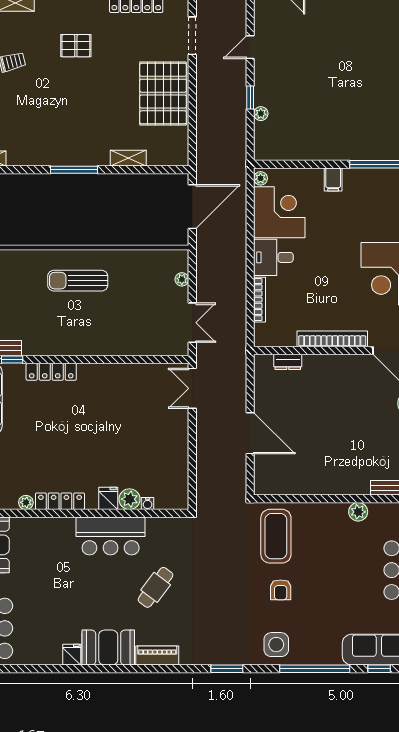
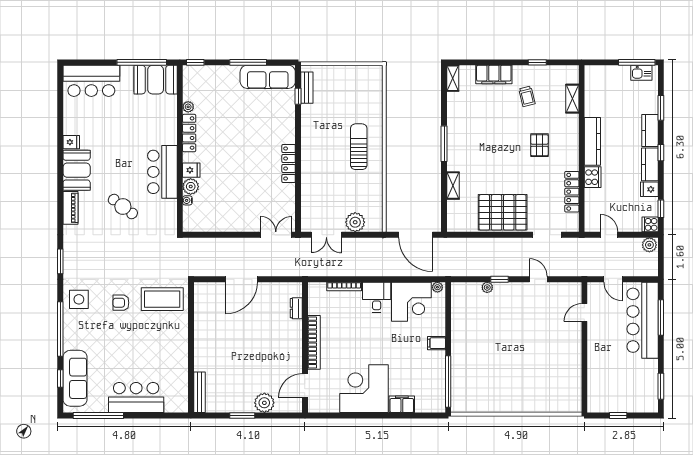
plant: (182, 279) -> (355, 222), width x1.88, depth x1.88
locker: (51, 372) -> (289, 163), moved
plant: (358, 512) -> (181, 362), removed

